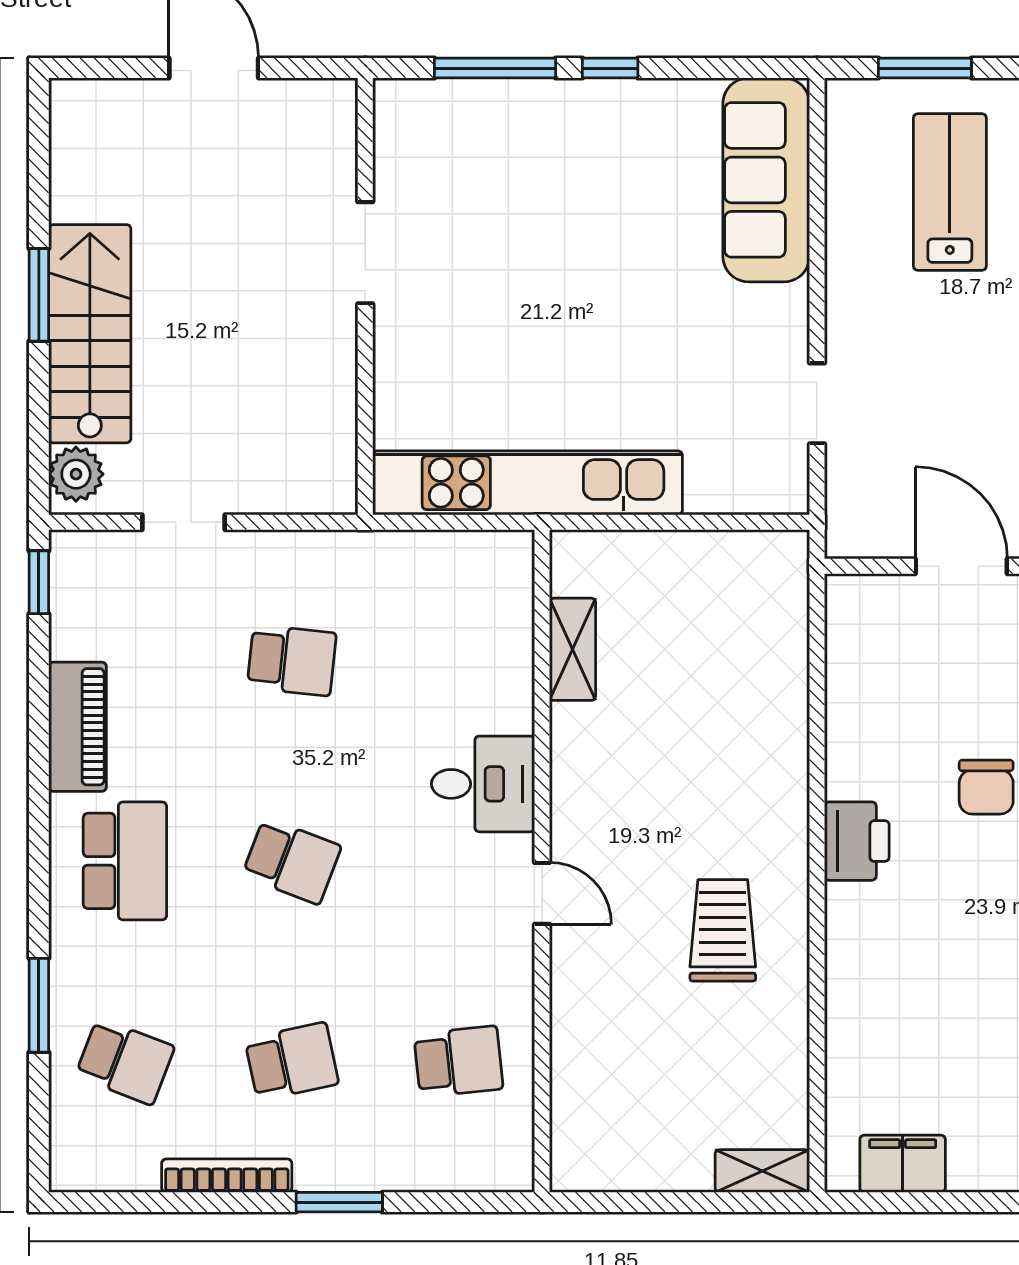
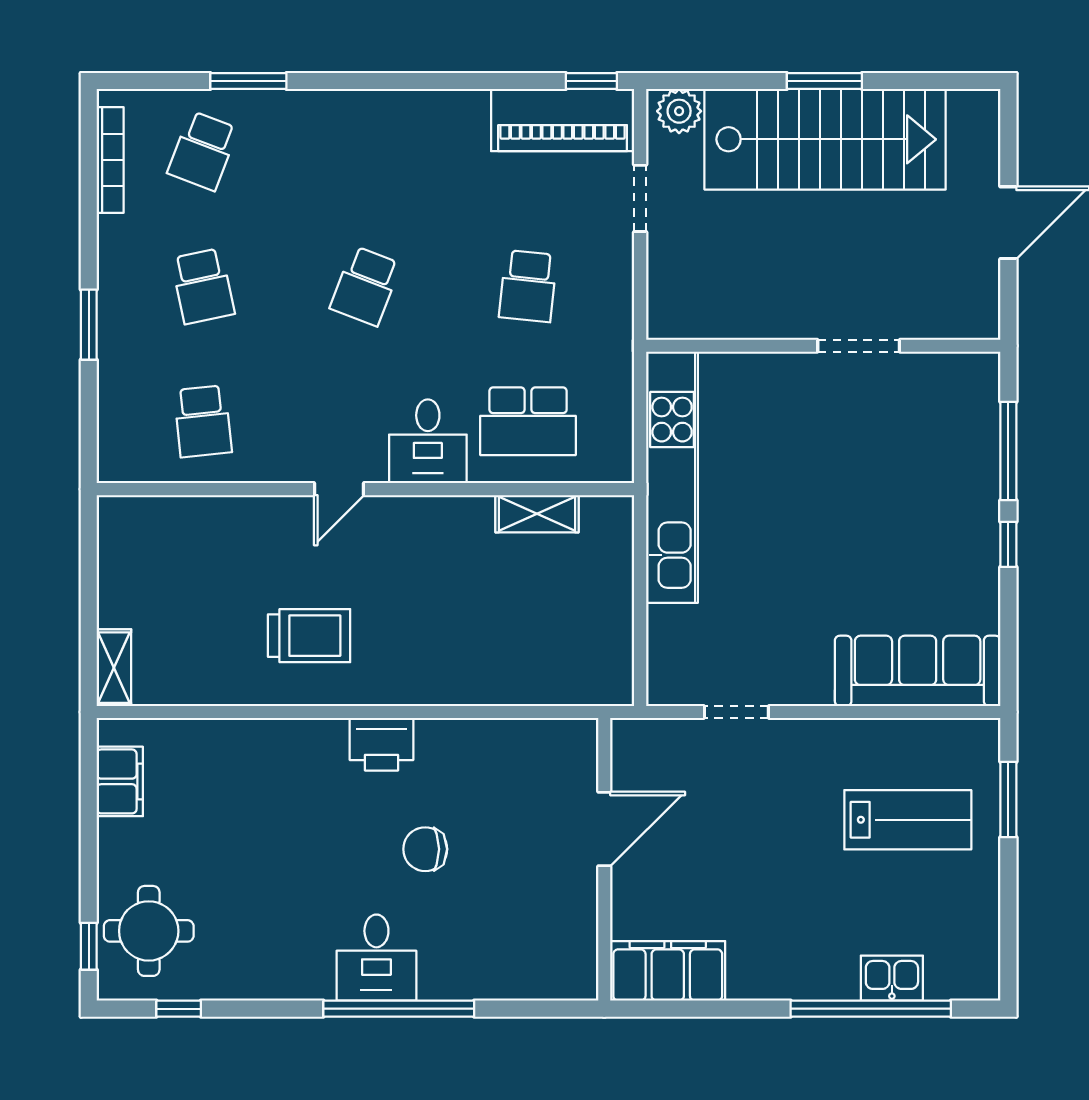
stairs: (90, 334) -> (825, 139), width x1.36, depth x1.51
piano: (78, 727) -> (563, 120), moved, width x1.37, depth x1.33
school desk: (125, 861) -> (528, 421), moved
bookcase: (227, 1176) -> (110, 160), moved

